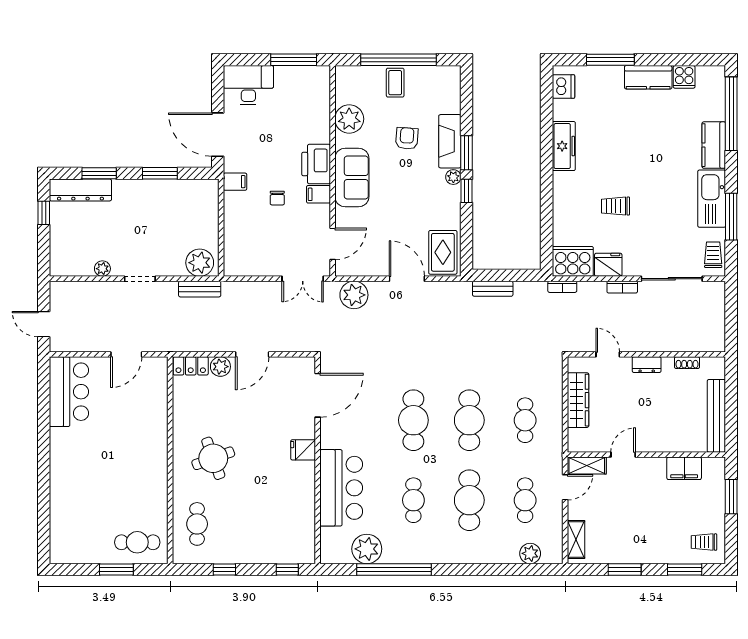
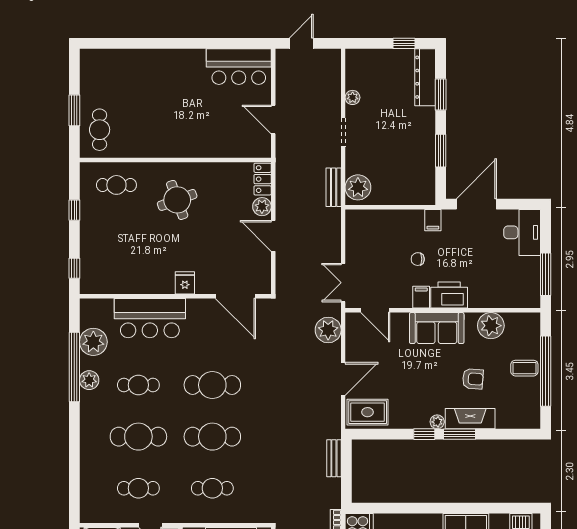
plant: (530, 553) -> (89, 380), moved

